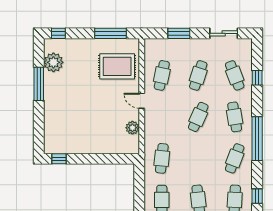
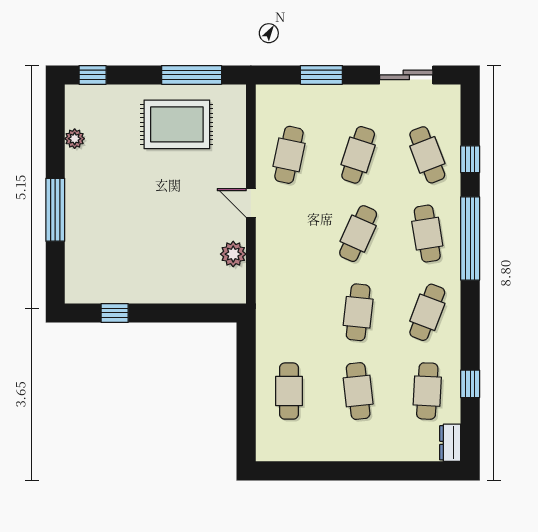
plant: (53, 62) -> (75, 139), width x0.53, depth x0.53
rug: (117, 66) -> (177, 124), moved
window: (39, 84) -> (55, 210), moved
window: (257, 139) -> (470, 239), moved
cafe table: (162, 158) -> (358, 312), moved
window: (59, 159) -> (115, 313), moved

